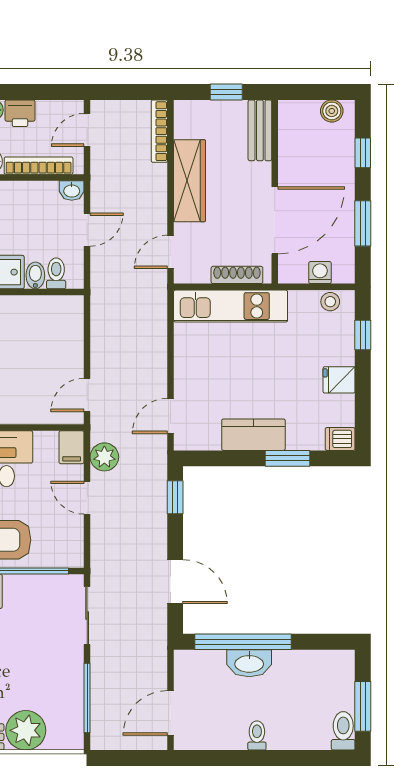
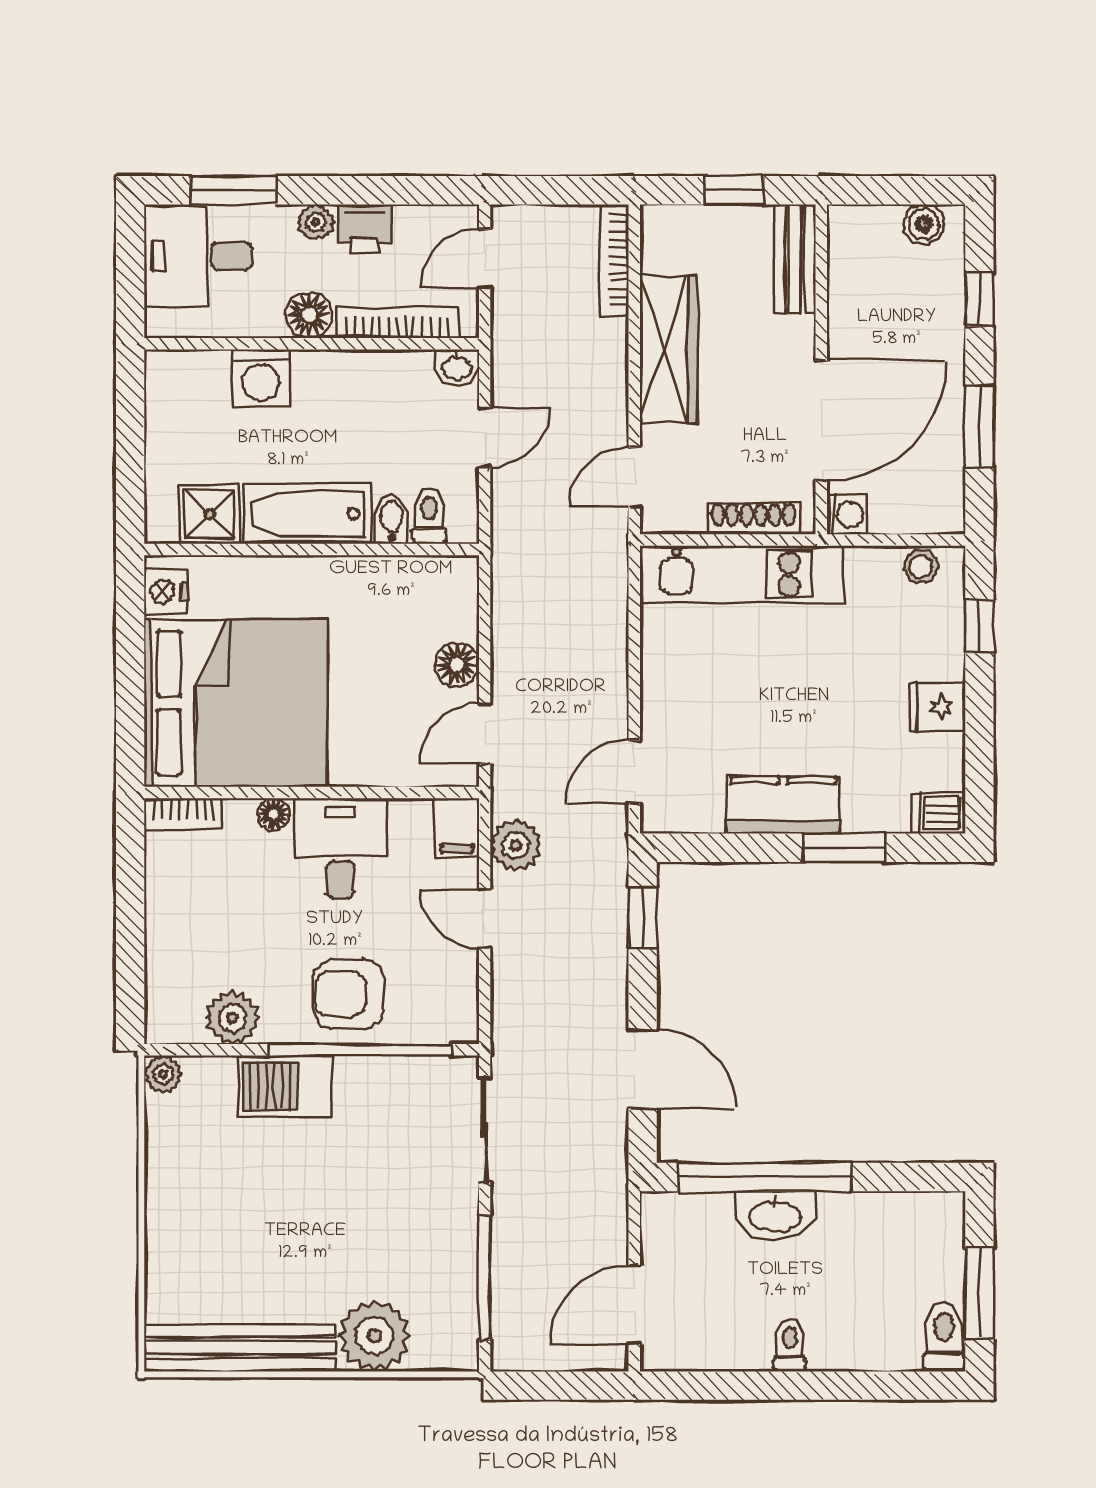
washing machine: (320, 273) -> (847, 514), moved, turned 90
floor lamp: (72, 356) -> (457, 665), added

